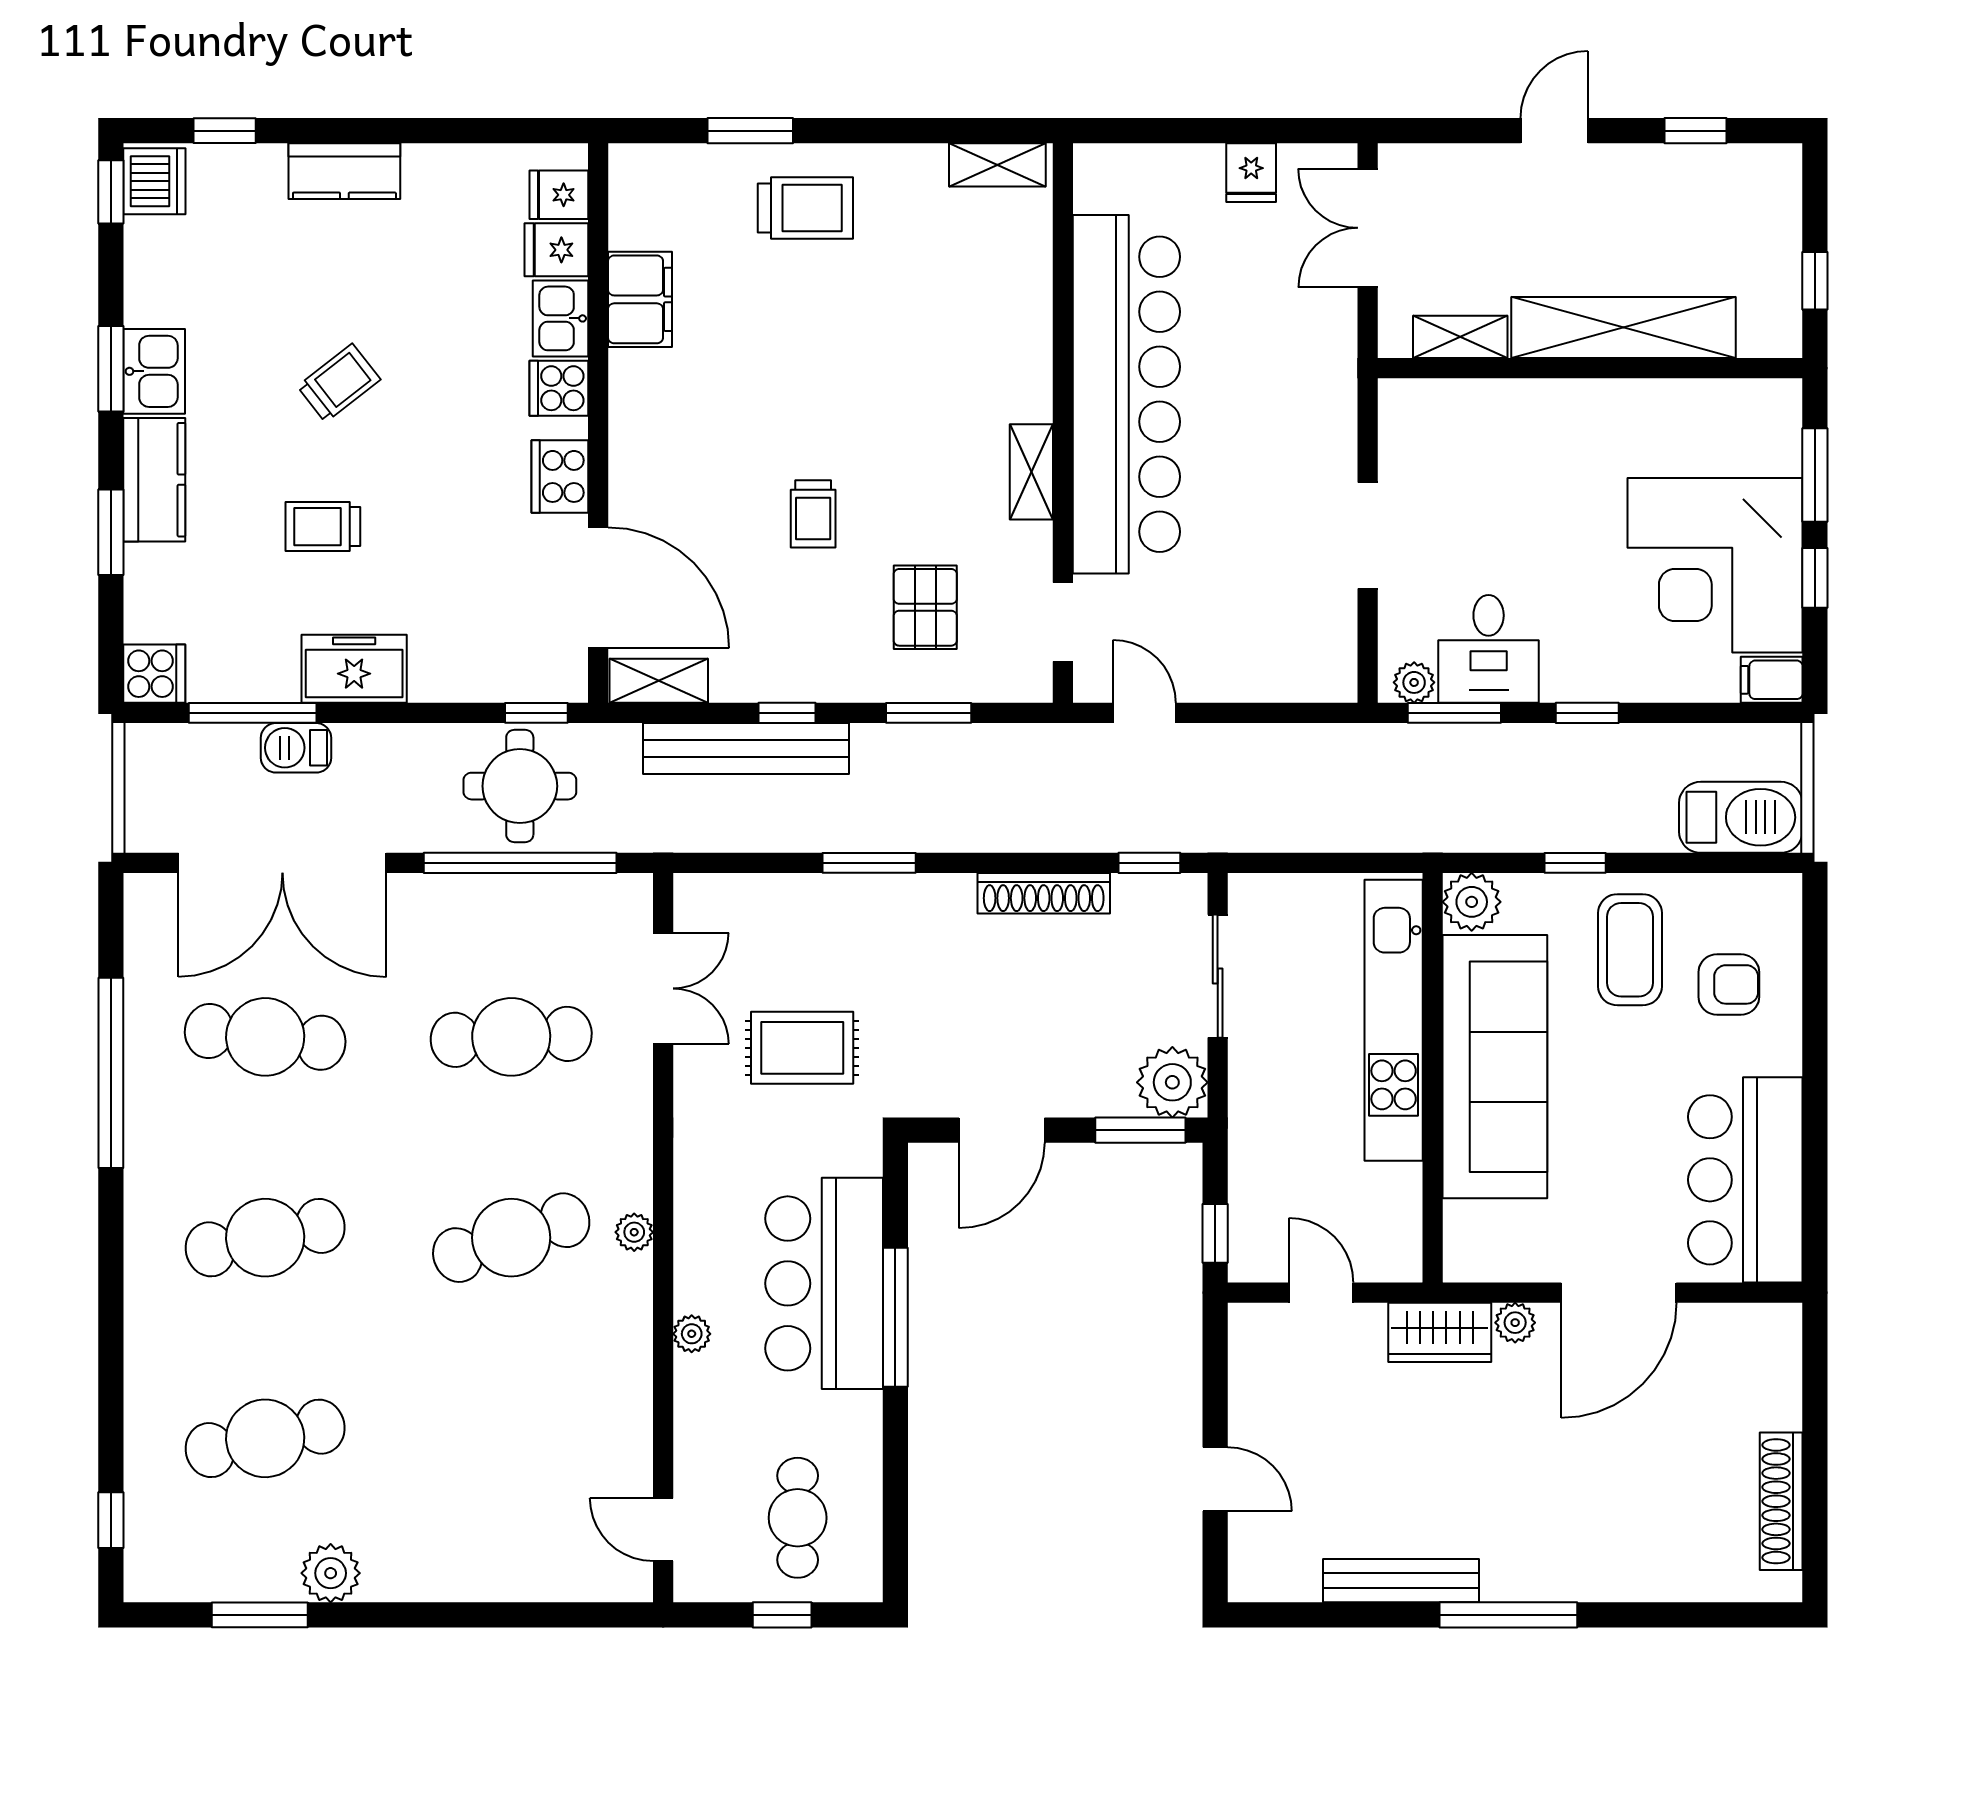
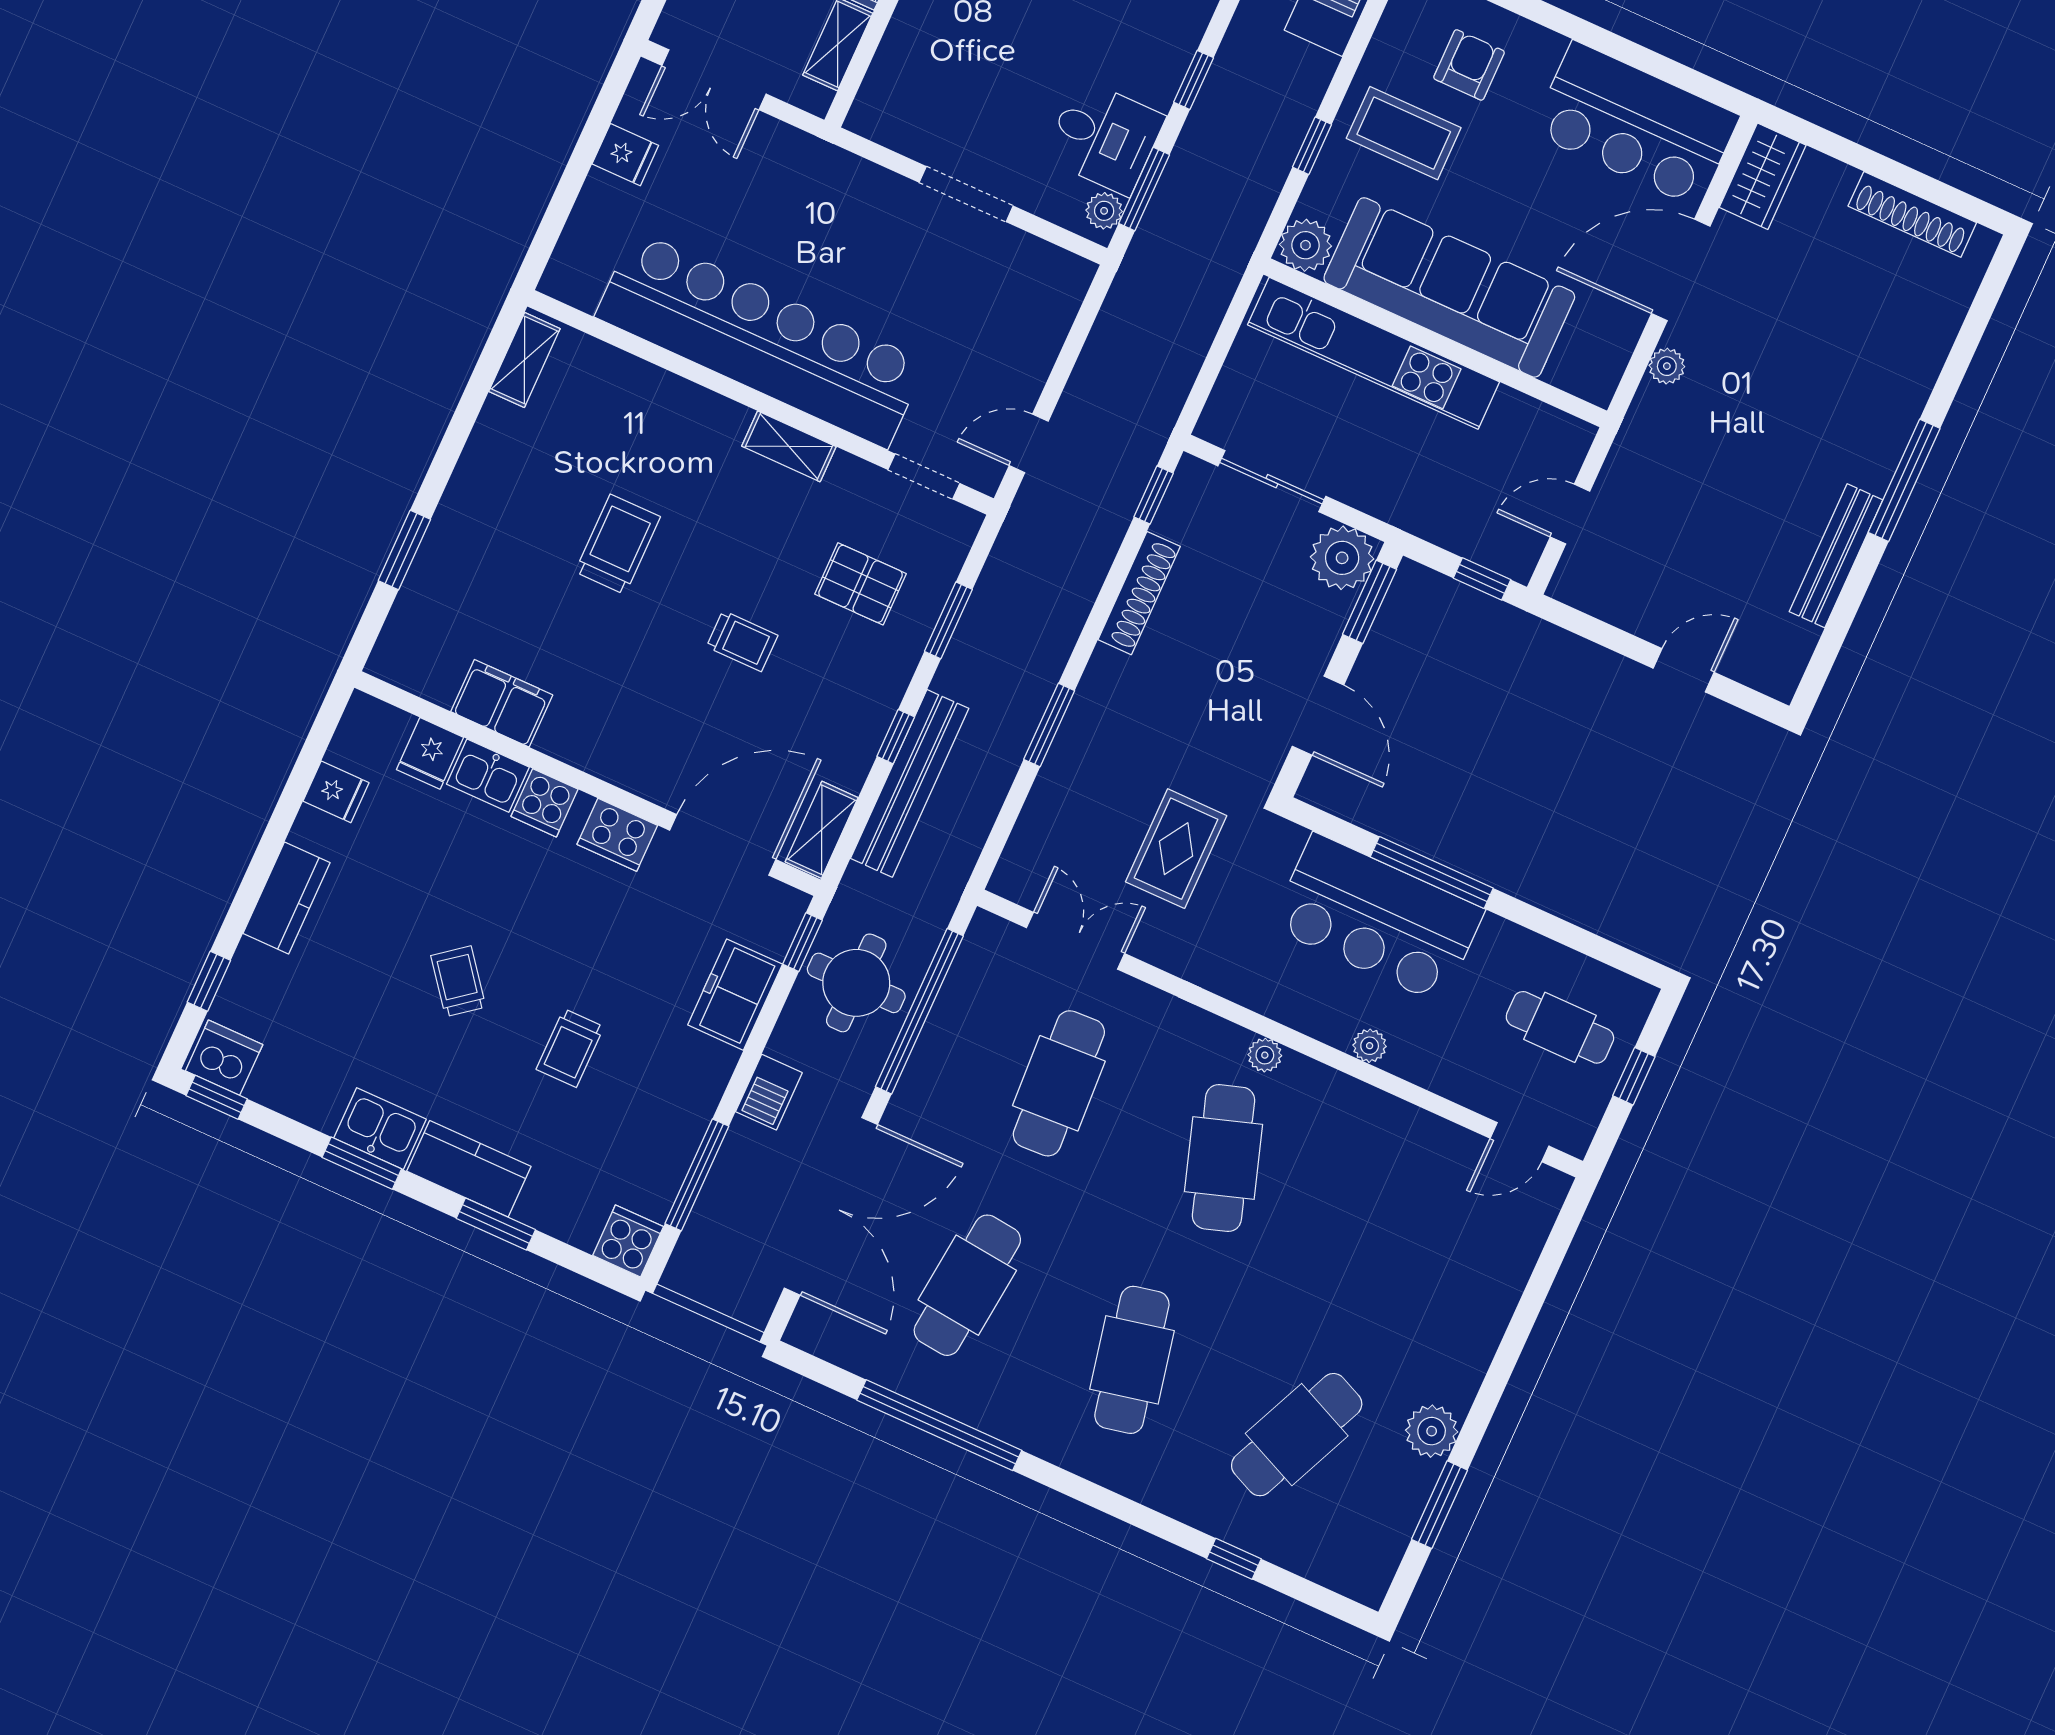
fridge: (559, 195) -> (336, 792), moved, turned -90
trolley: (805, 208) -> (618, 544), moved
freezer: (354, 669) -> (735, 995), moved
barbecue: (296, 748) -> (769, 1092), moved
door: (1619, 1293) -> (1681, 270), swing flipped
wardrobe: (1440, 1332) -> (1763, 176), moved
cafe table: (265, 1438) -> (1297, 1435), turned 36
window: (111, 1520) -> (1234, 1559), moved

